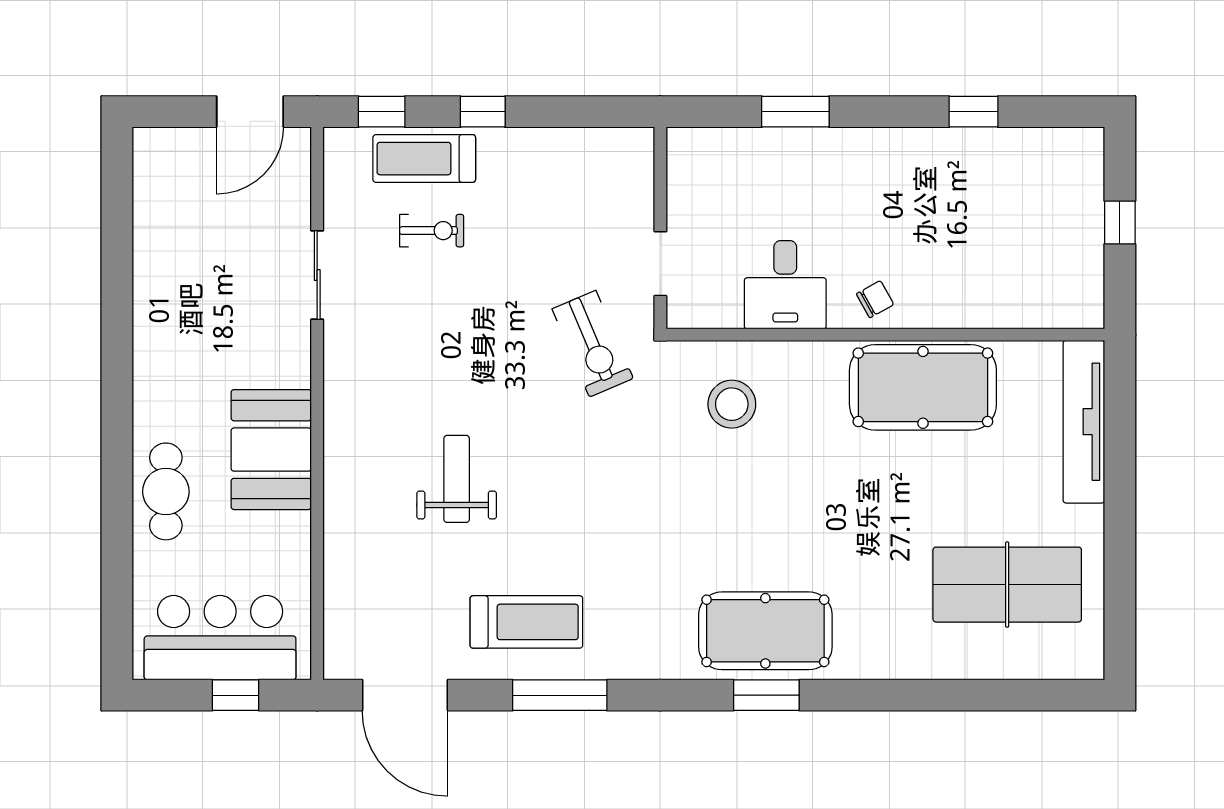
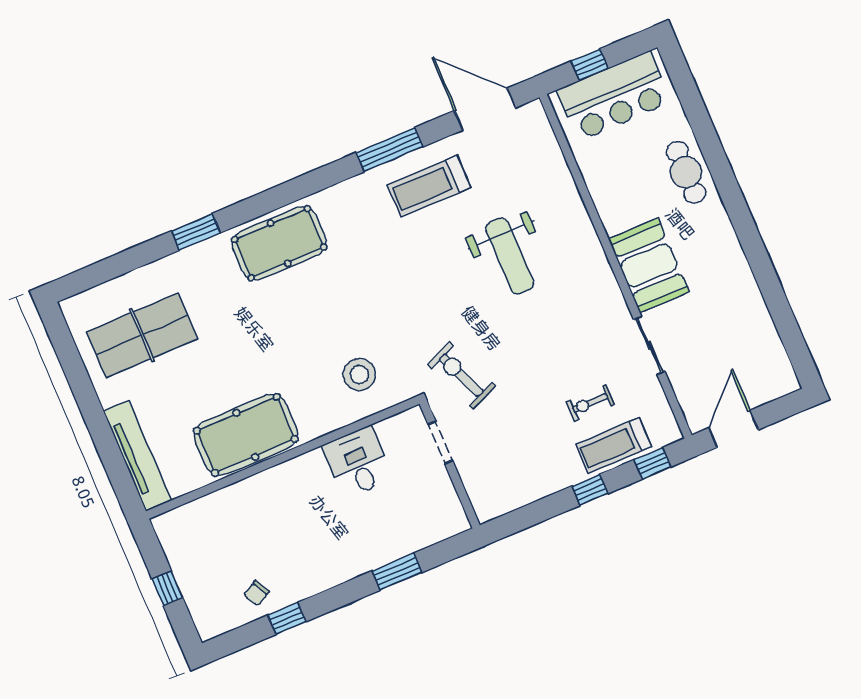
treadmill: (424, 159) -> (614, 445), turned 180
chair: (875, 299) -> (257, 593), moved
booth: (271, 450) -> (649, 265), moved
weight bench: (457, 479) -> (510, 256), width x1.36, depth x1.33
window: (766, 695) -> (196, 232), moved

